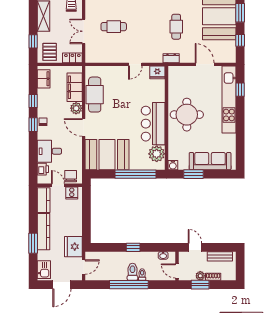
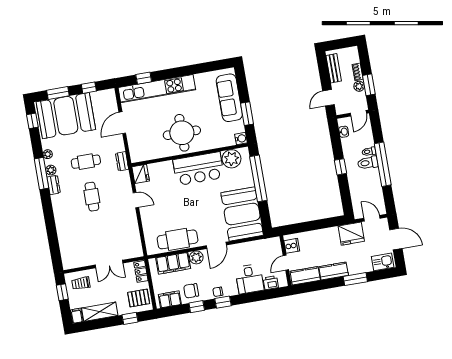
cafe table: (114, 27) -> (92, 197), moved
chair: (71, 176) -> (191, 291), moved
kitchen counter: (44, 232) -> (334, 271), width x0.67

